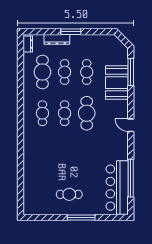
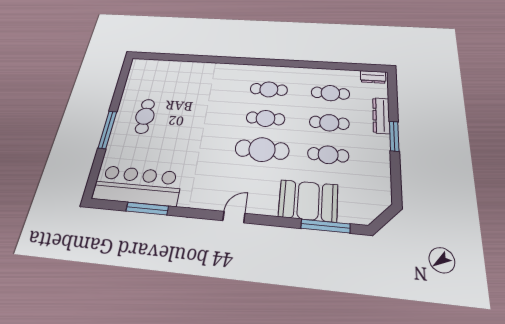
cafe table: (42, 72) -> (330, 93), width x0.73, depth x0.74
window: (131, 178) -> (147, 209), width x0.68

